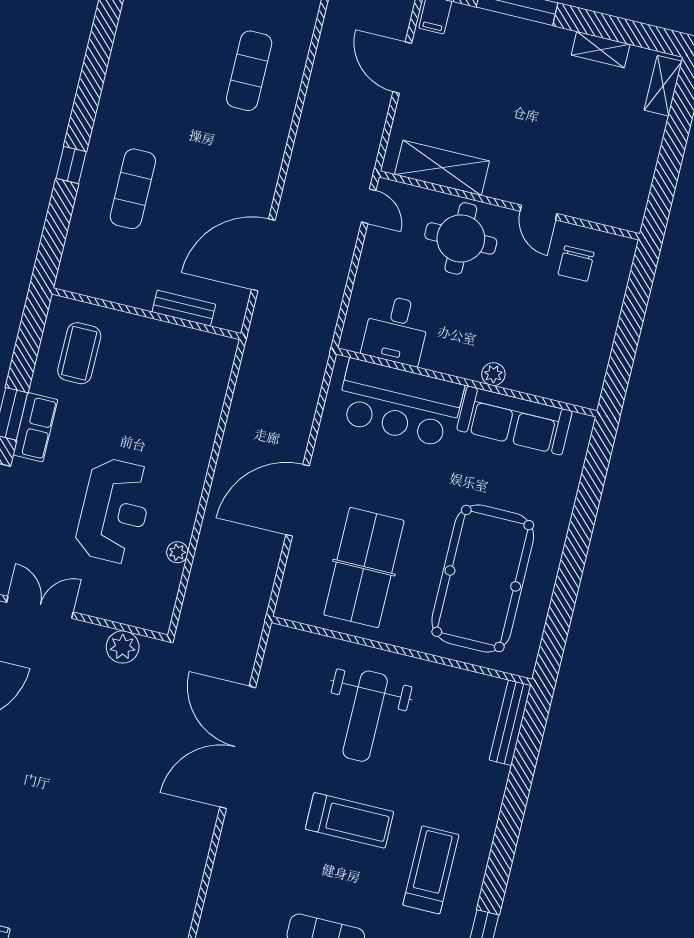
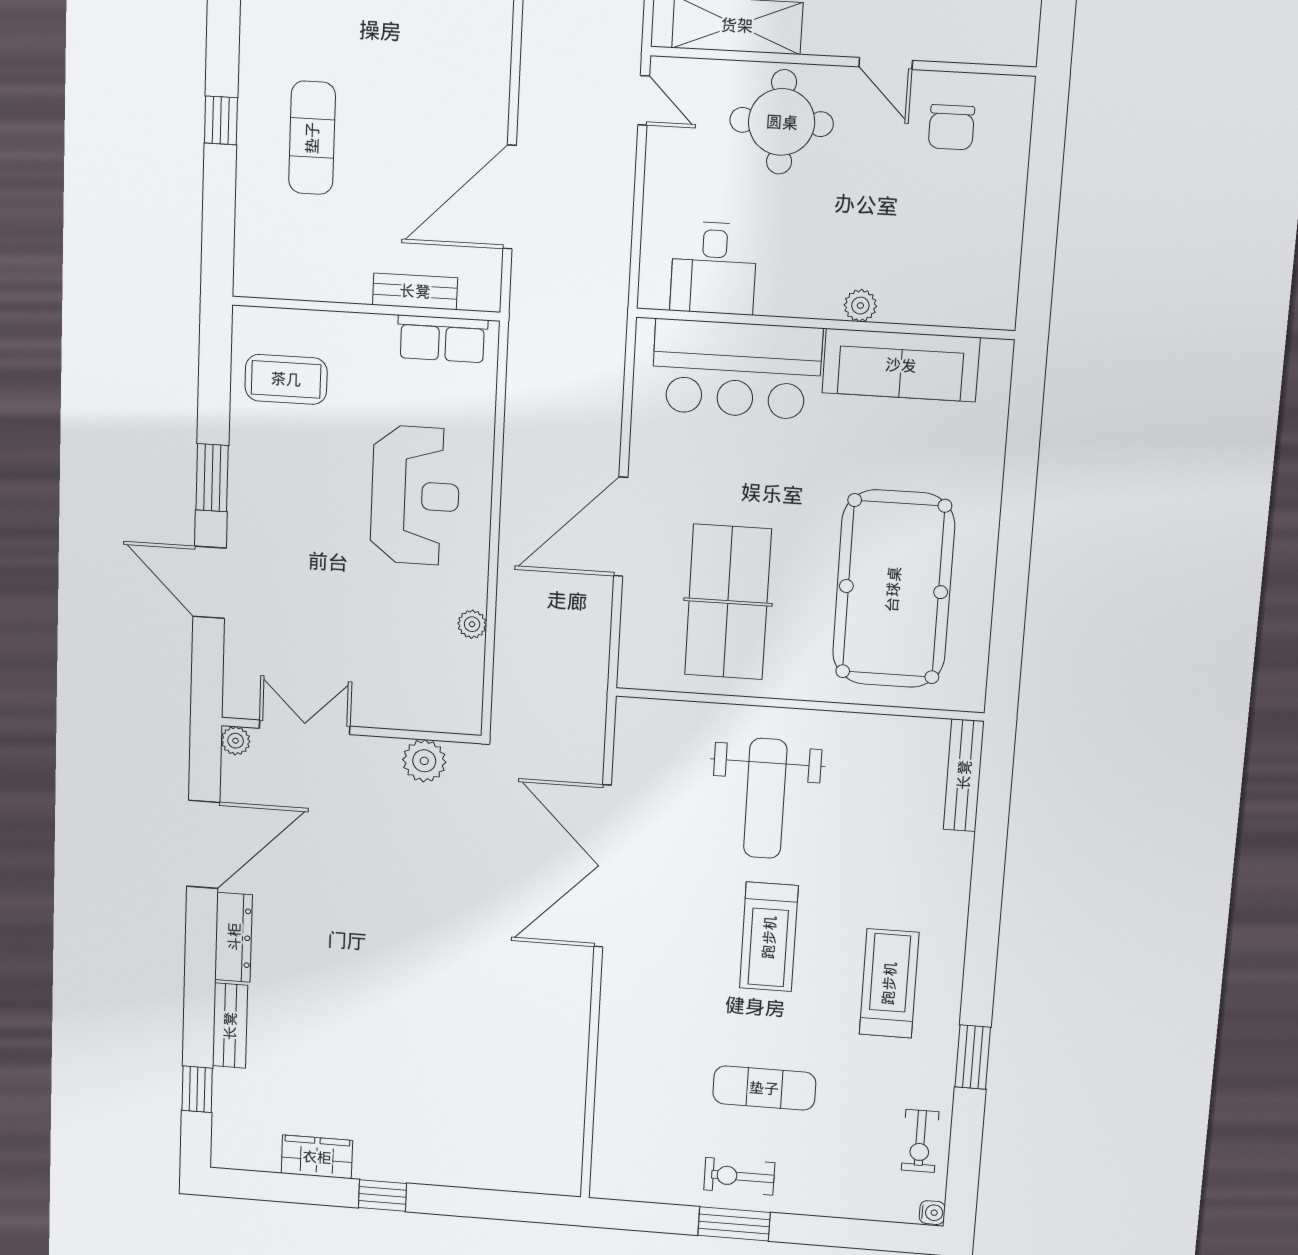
coffee table: (79, 353) -> (286, 379), turned 90
row of seats: (35, 427) -> (442, 339), moved, turned 90
reception desk: (114, 511) -> (415, 495), moved
treadmill: (349, 820) -> (769, 937), turned 90

